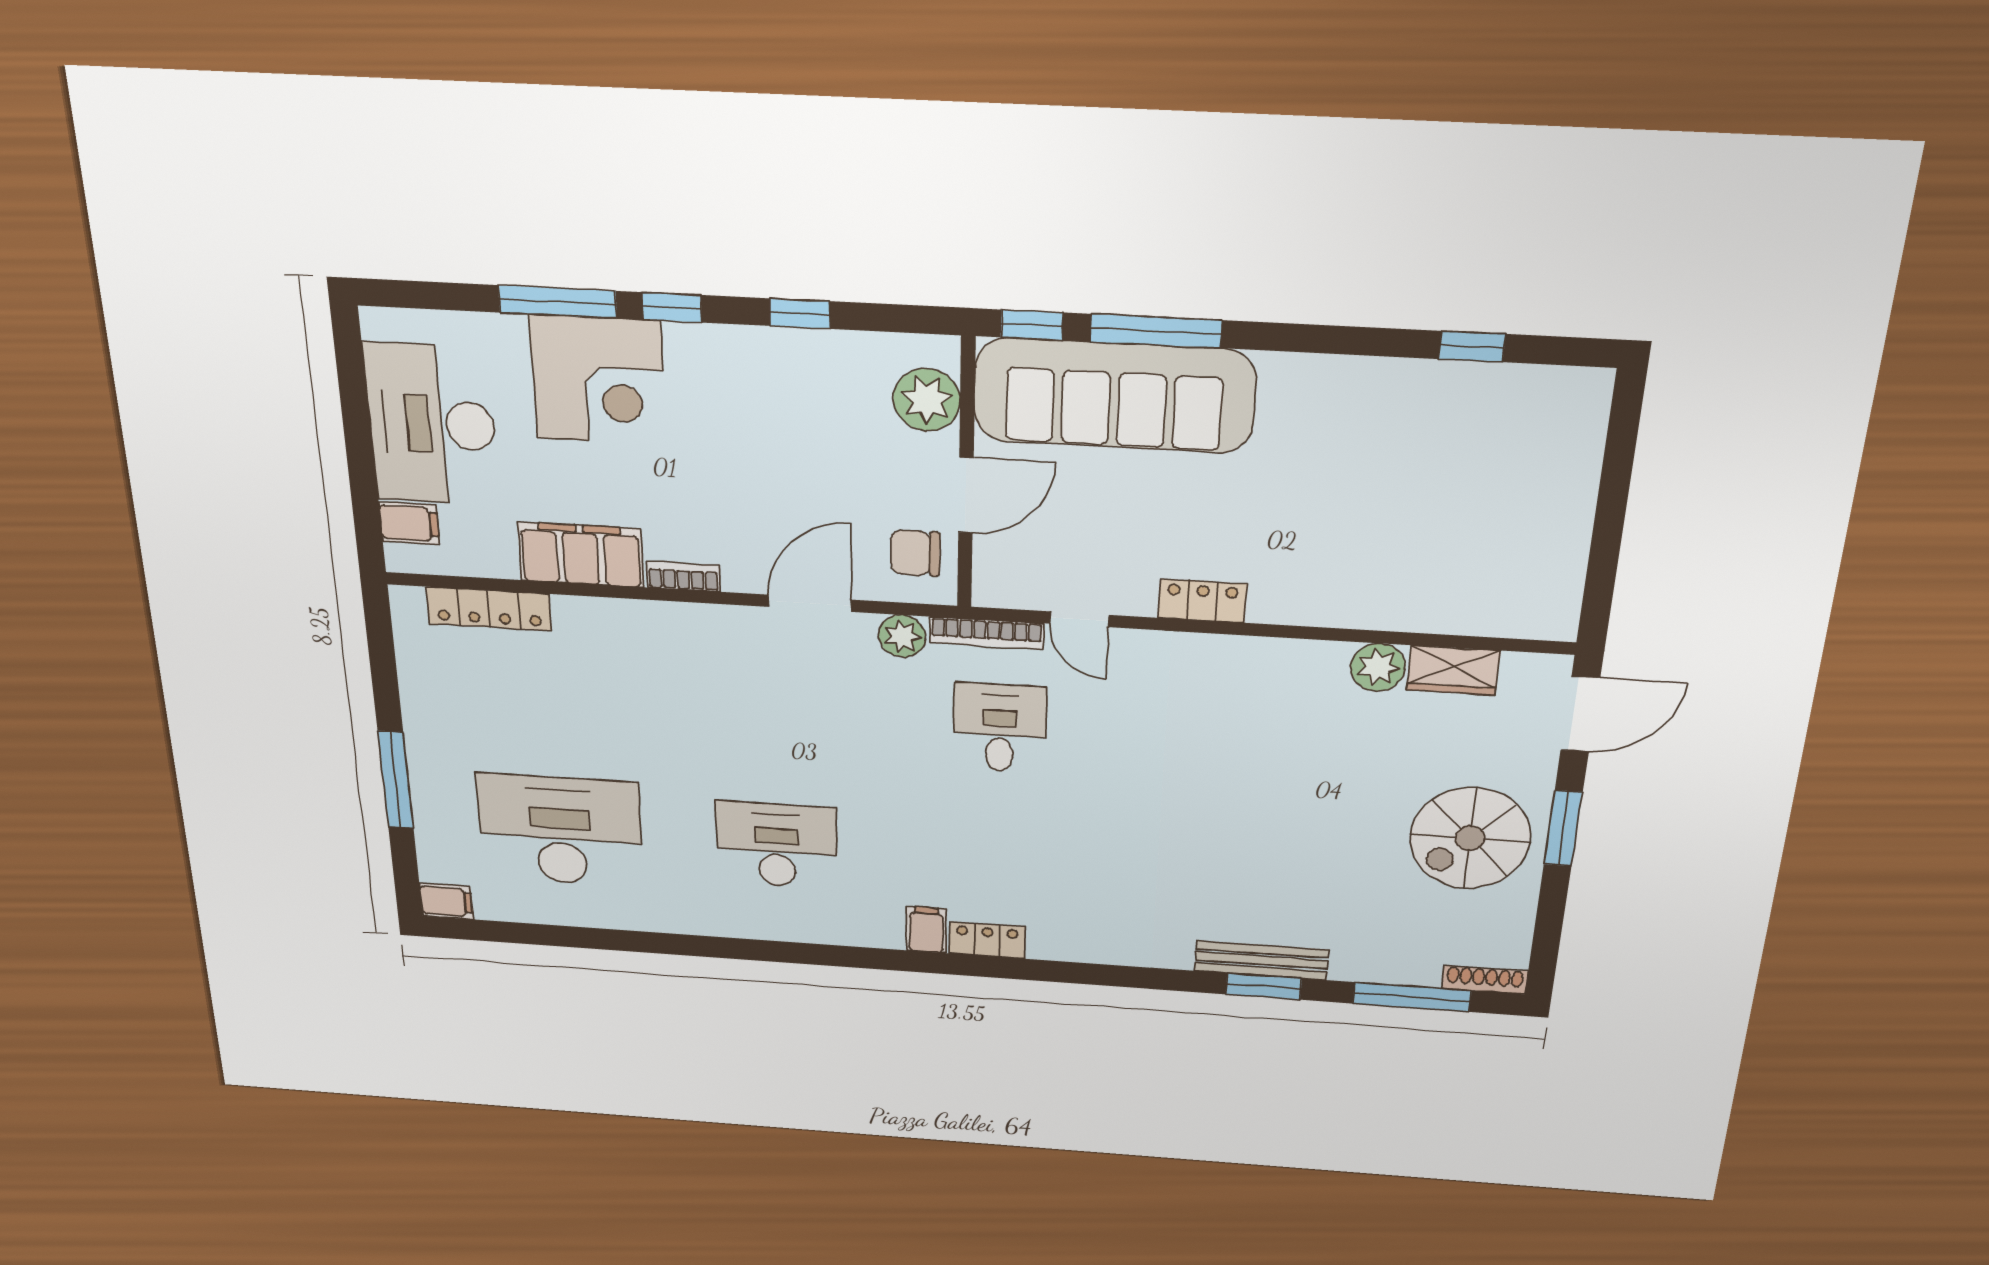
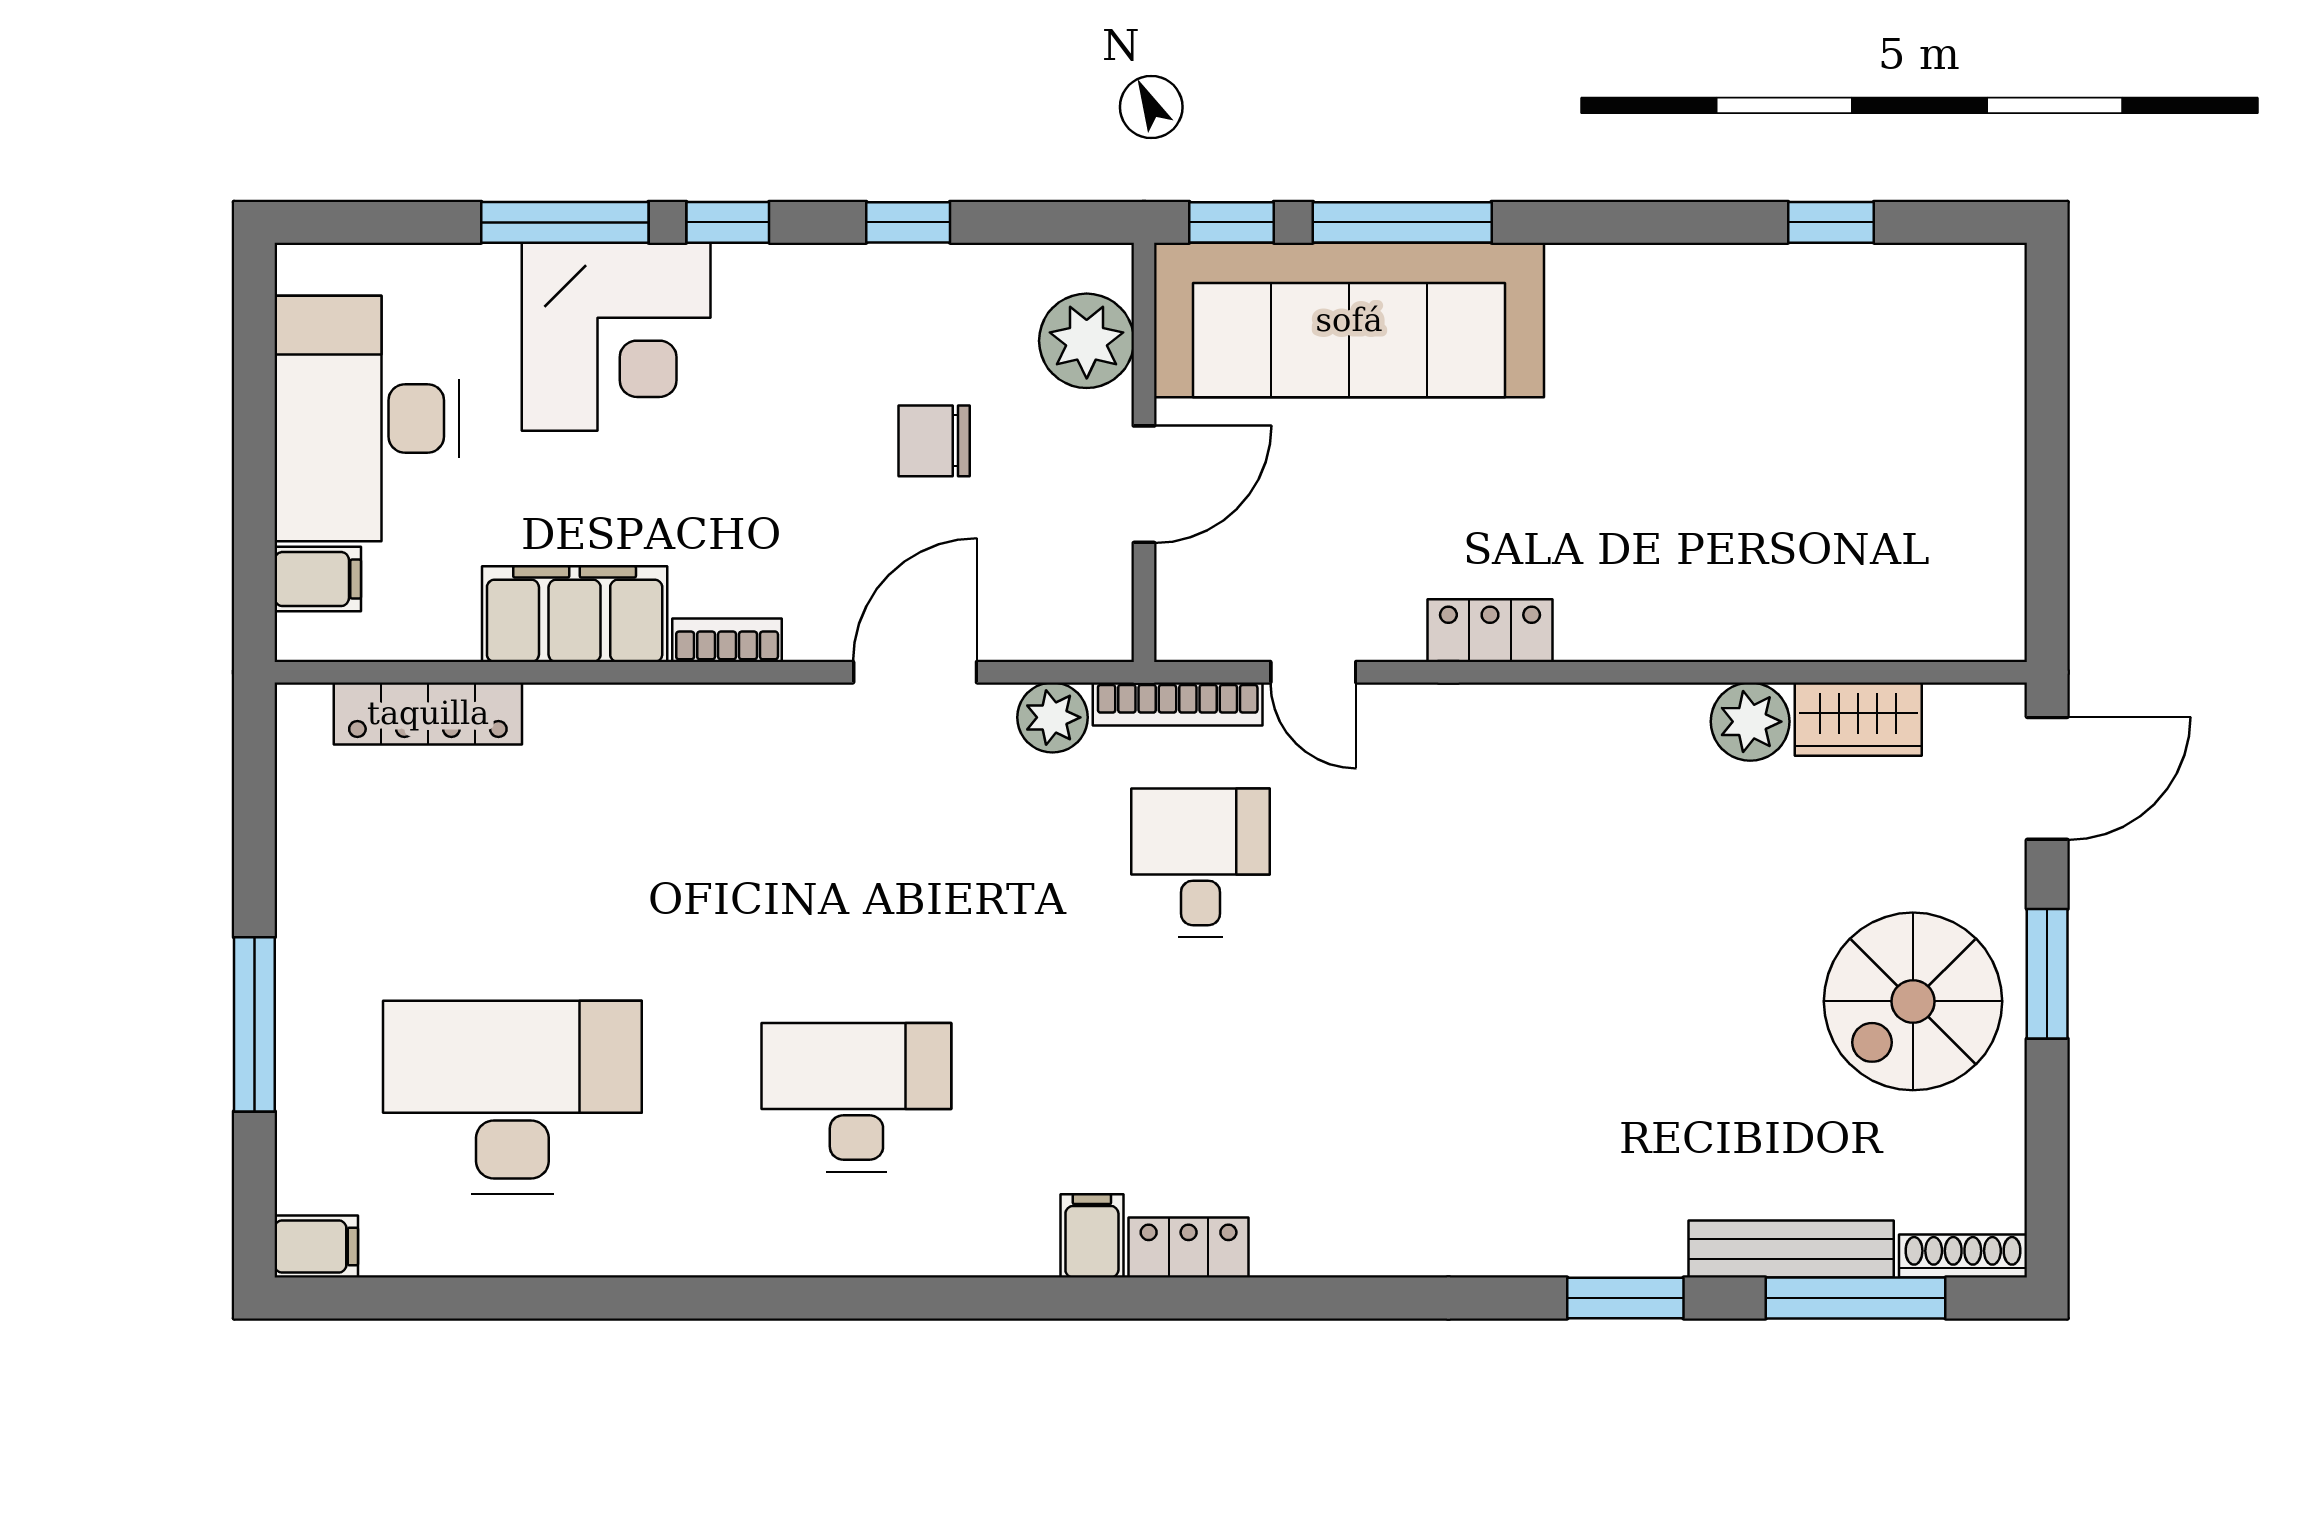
chair: (915, 553) -> (934, 441), moved
bench: (1262, 960) -> (1791, 1249), moved

